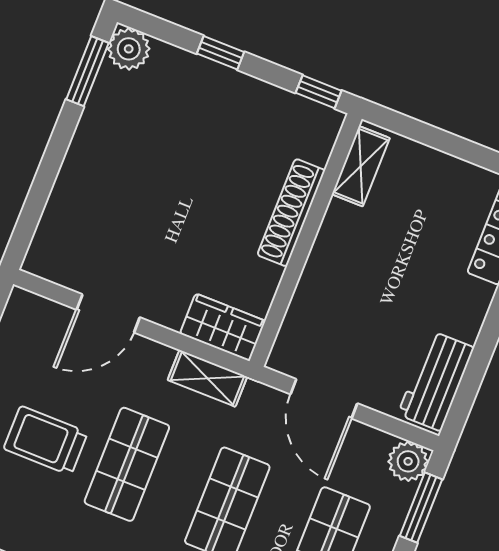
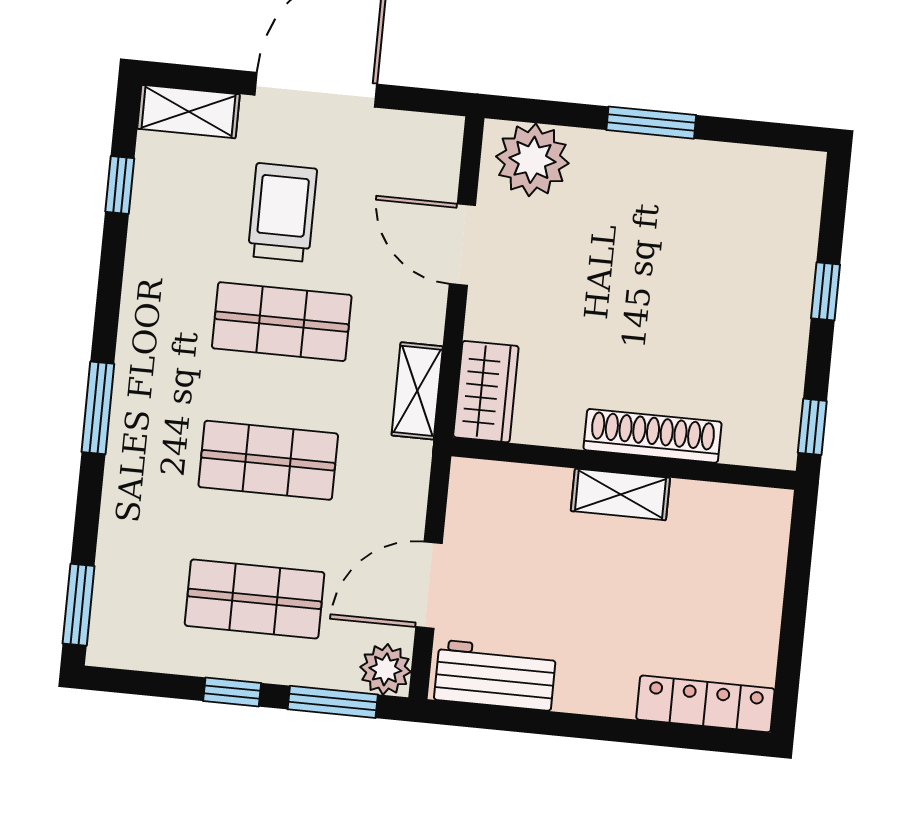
plant: (129, 49) -> (532, 160), moved, width x1.36, depth x1.36
window: (87, 71) -> (651, 123), moved
shelving: (361, 166) -> (620, 494), moved
door: (324, 399) -> (429, 585), moved

